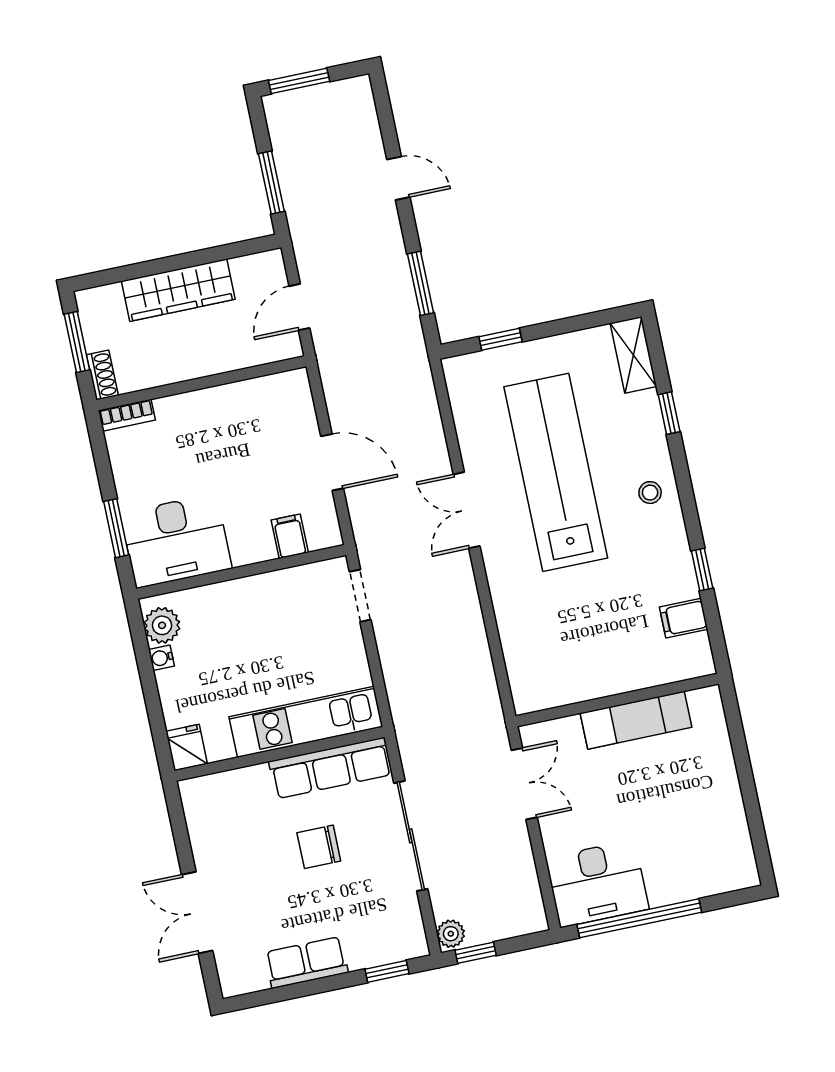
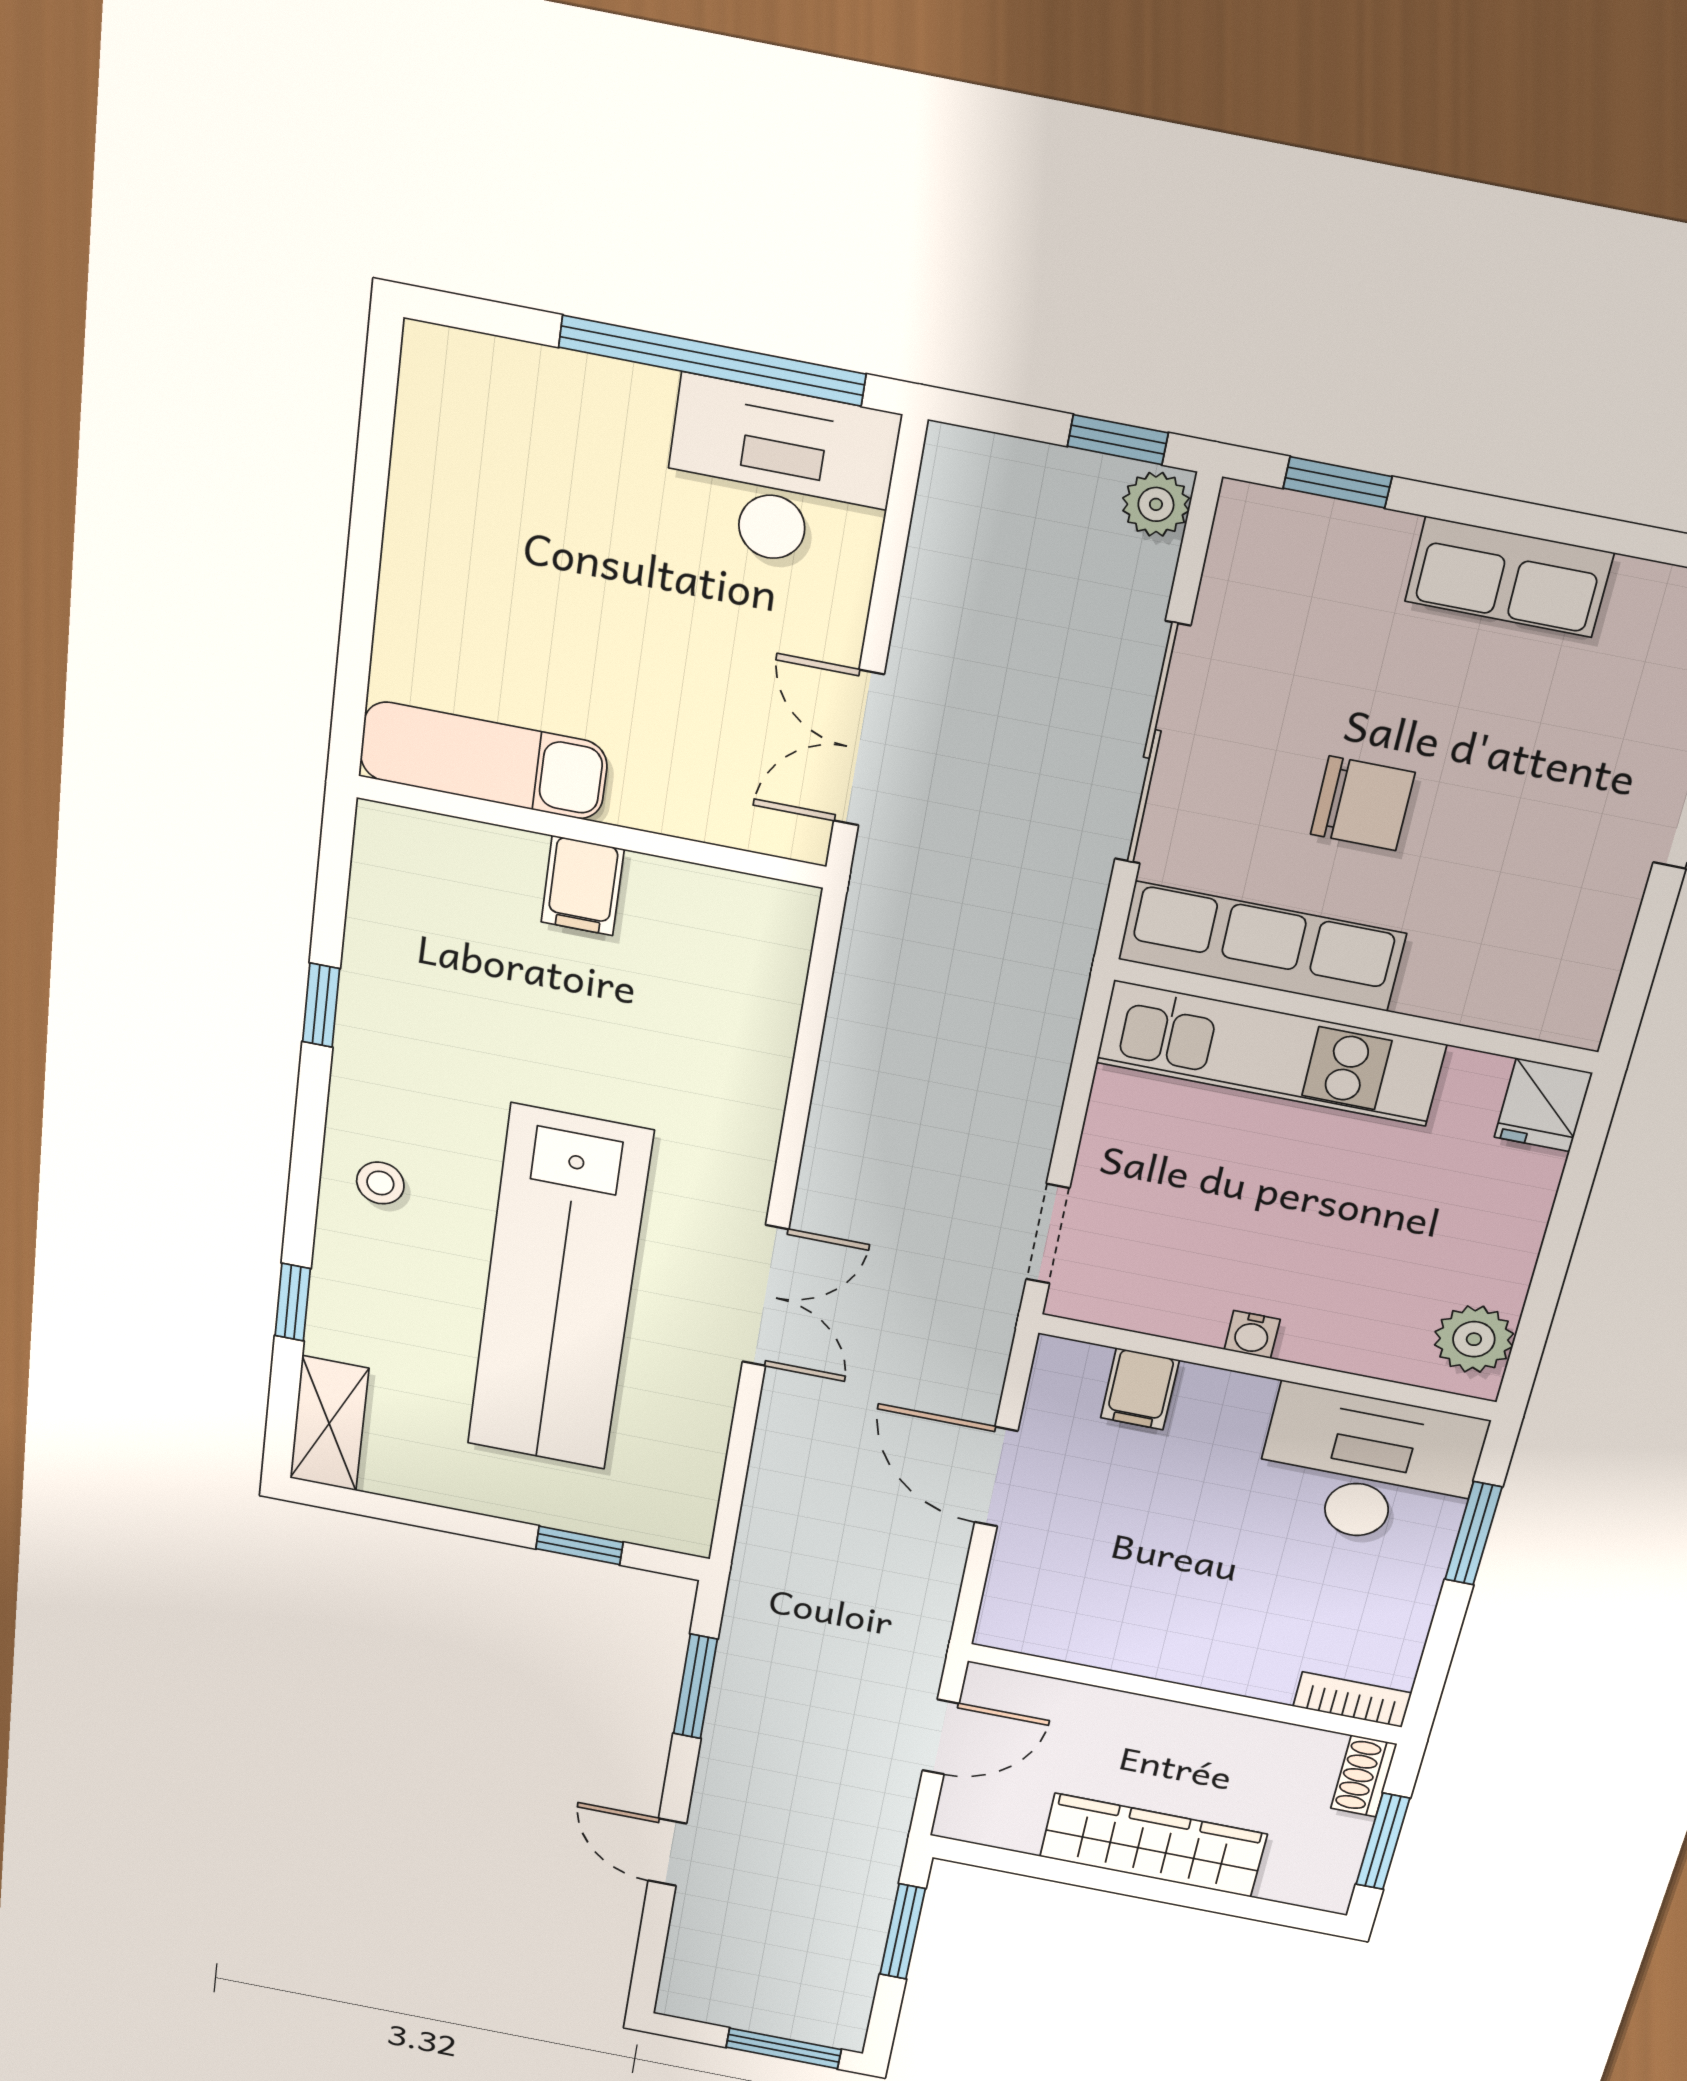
filing cabinet: (684, 618) -> (582, 886), moved, turned 90
water cooler: (161, 658) -> (1252, 1334), moved, turned 90
exam couch: (636, 720) -> (484, 761), moved

